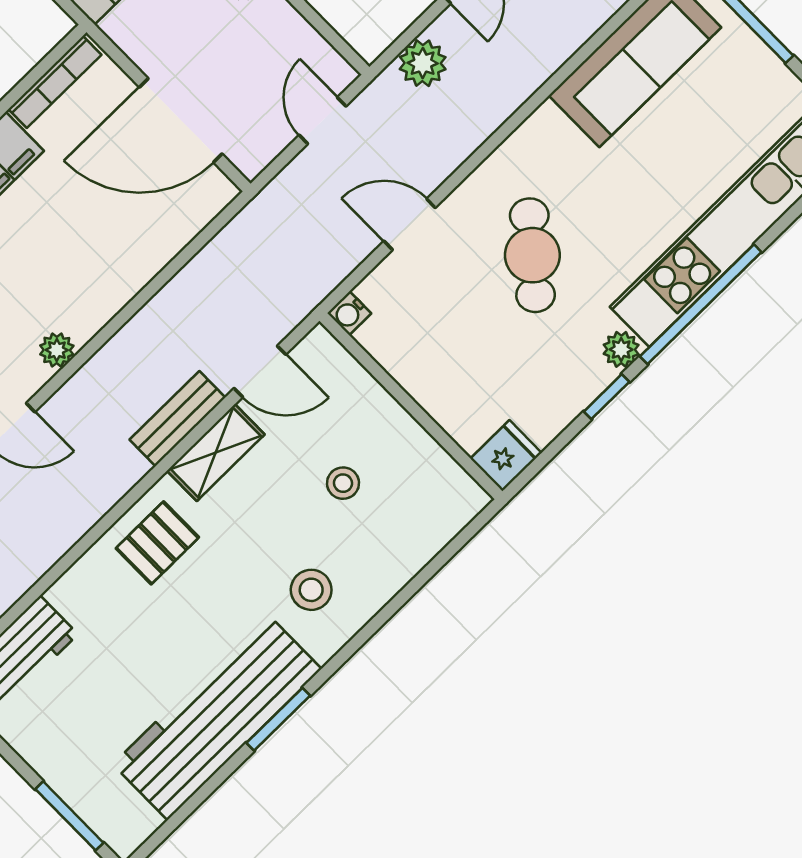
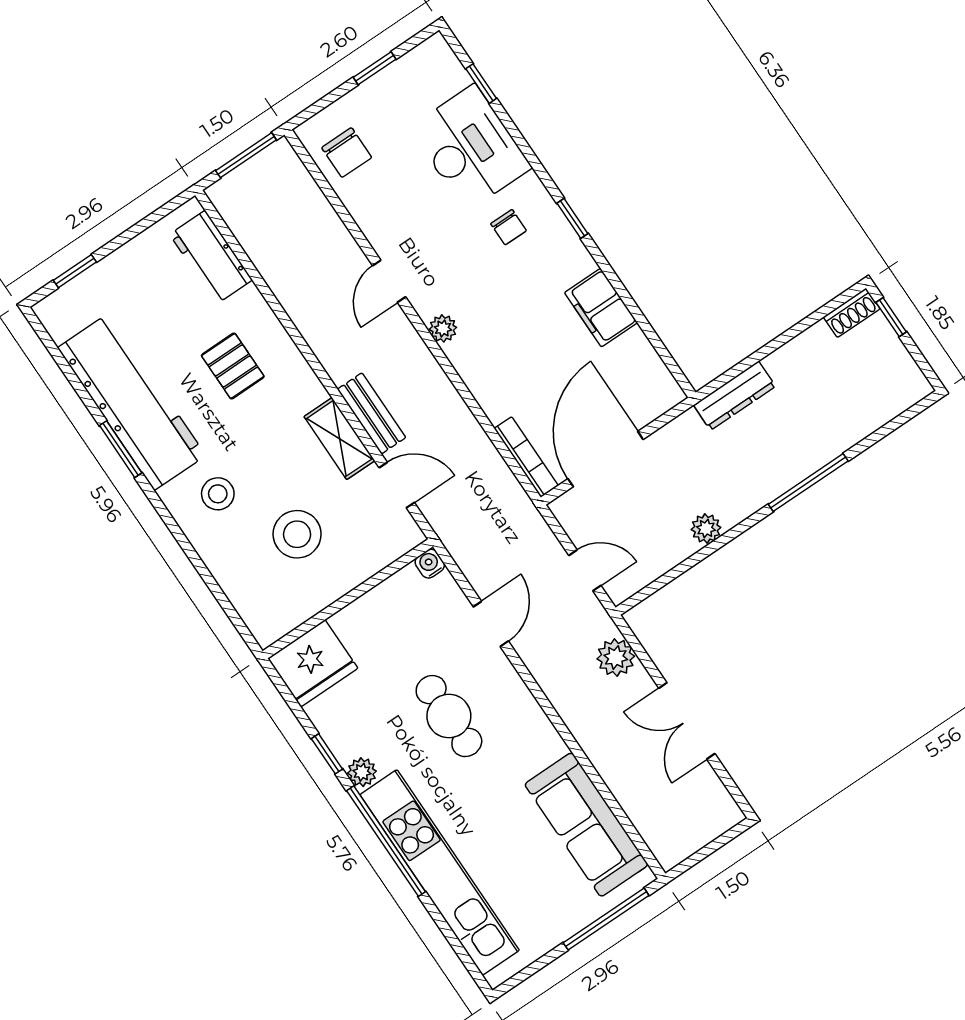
bookcase: (55, 82) -> (526, 457), moved, turned 180
cafe table: (532, 255) -> (449, 716), turned 50
door: (260, 371) -> (397, 485), swing flipped
fridge: (506, 456) -> (313, 663), width x1.88, depth x1.34
stool: (343, 483) -> (297, 534), width x1.89, depth x1.89
pallet: (157, 543) -> (233, 366), moved
window: (69, 816) -> (75, 271), width x0.67

